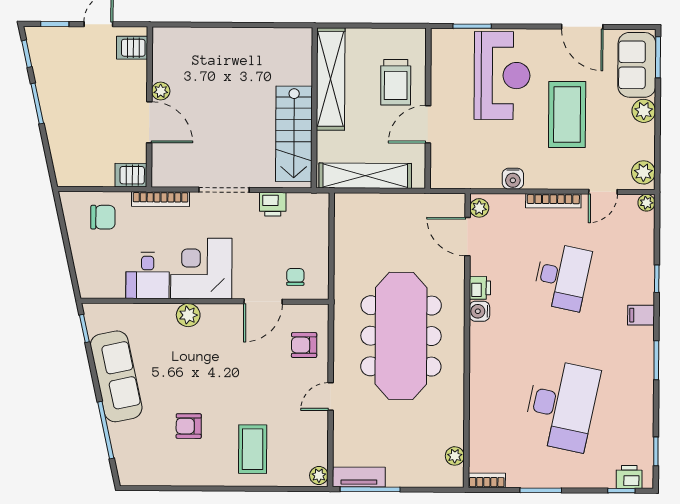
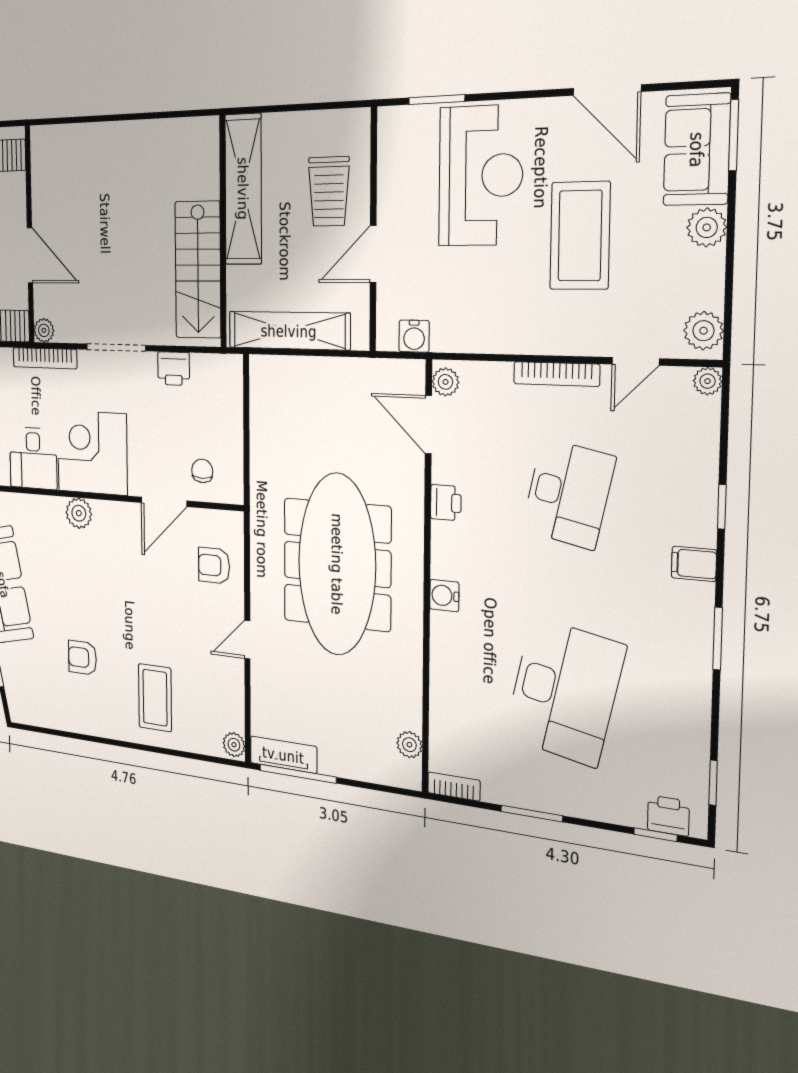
plant: (161, 91) -> (44, 330), moved
water cooler: (513, 179) -> (414, 336), moved
water cooler: (479, 311) -> (444, 596), moved

